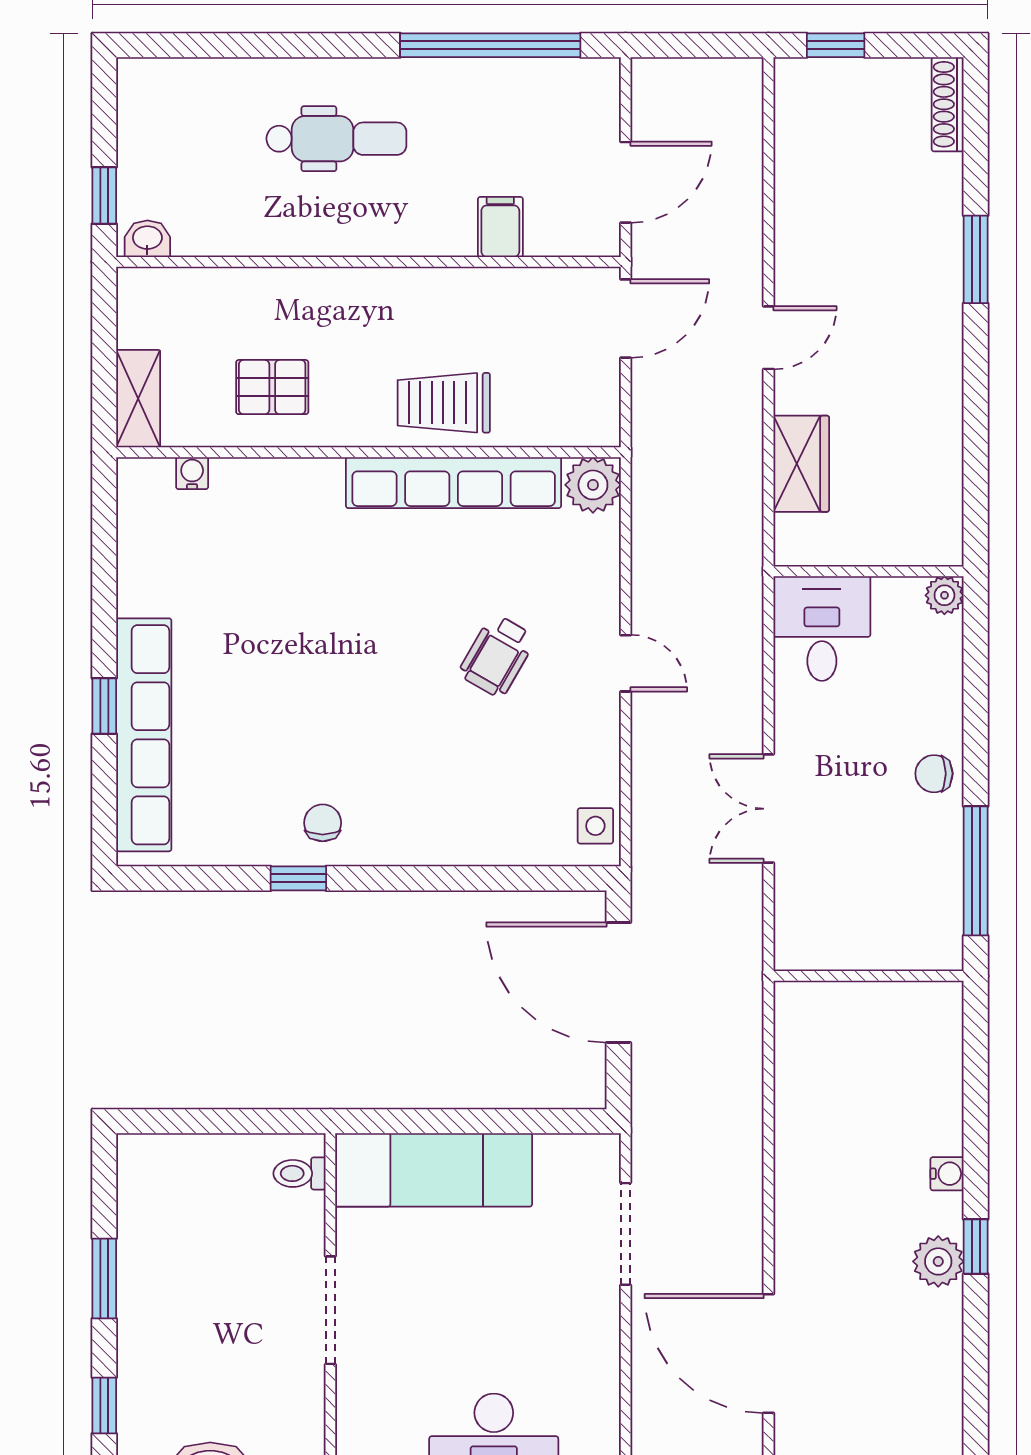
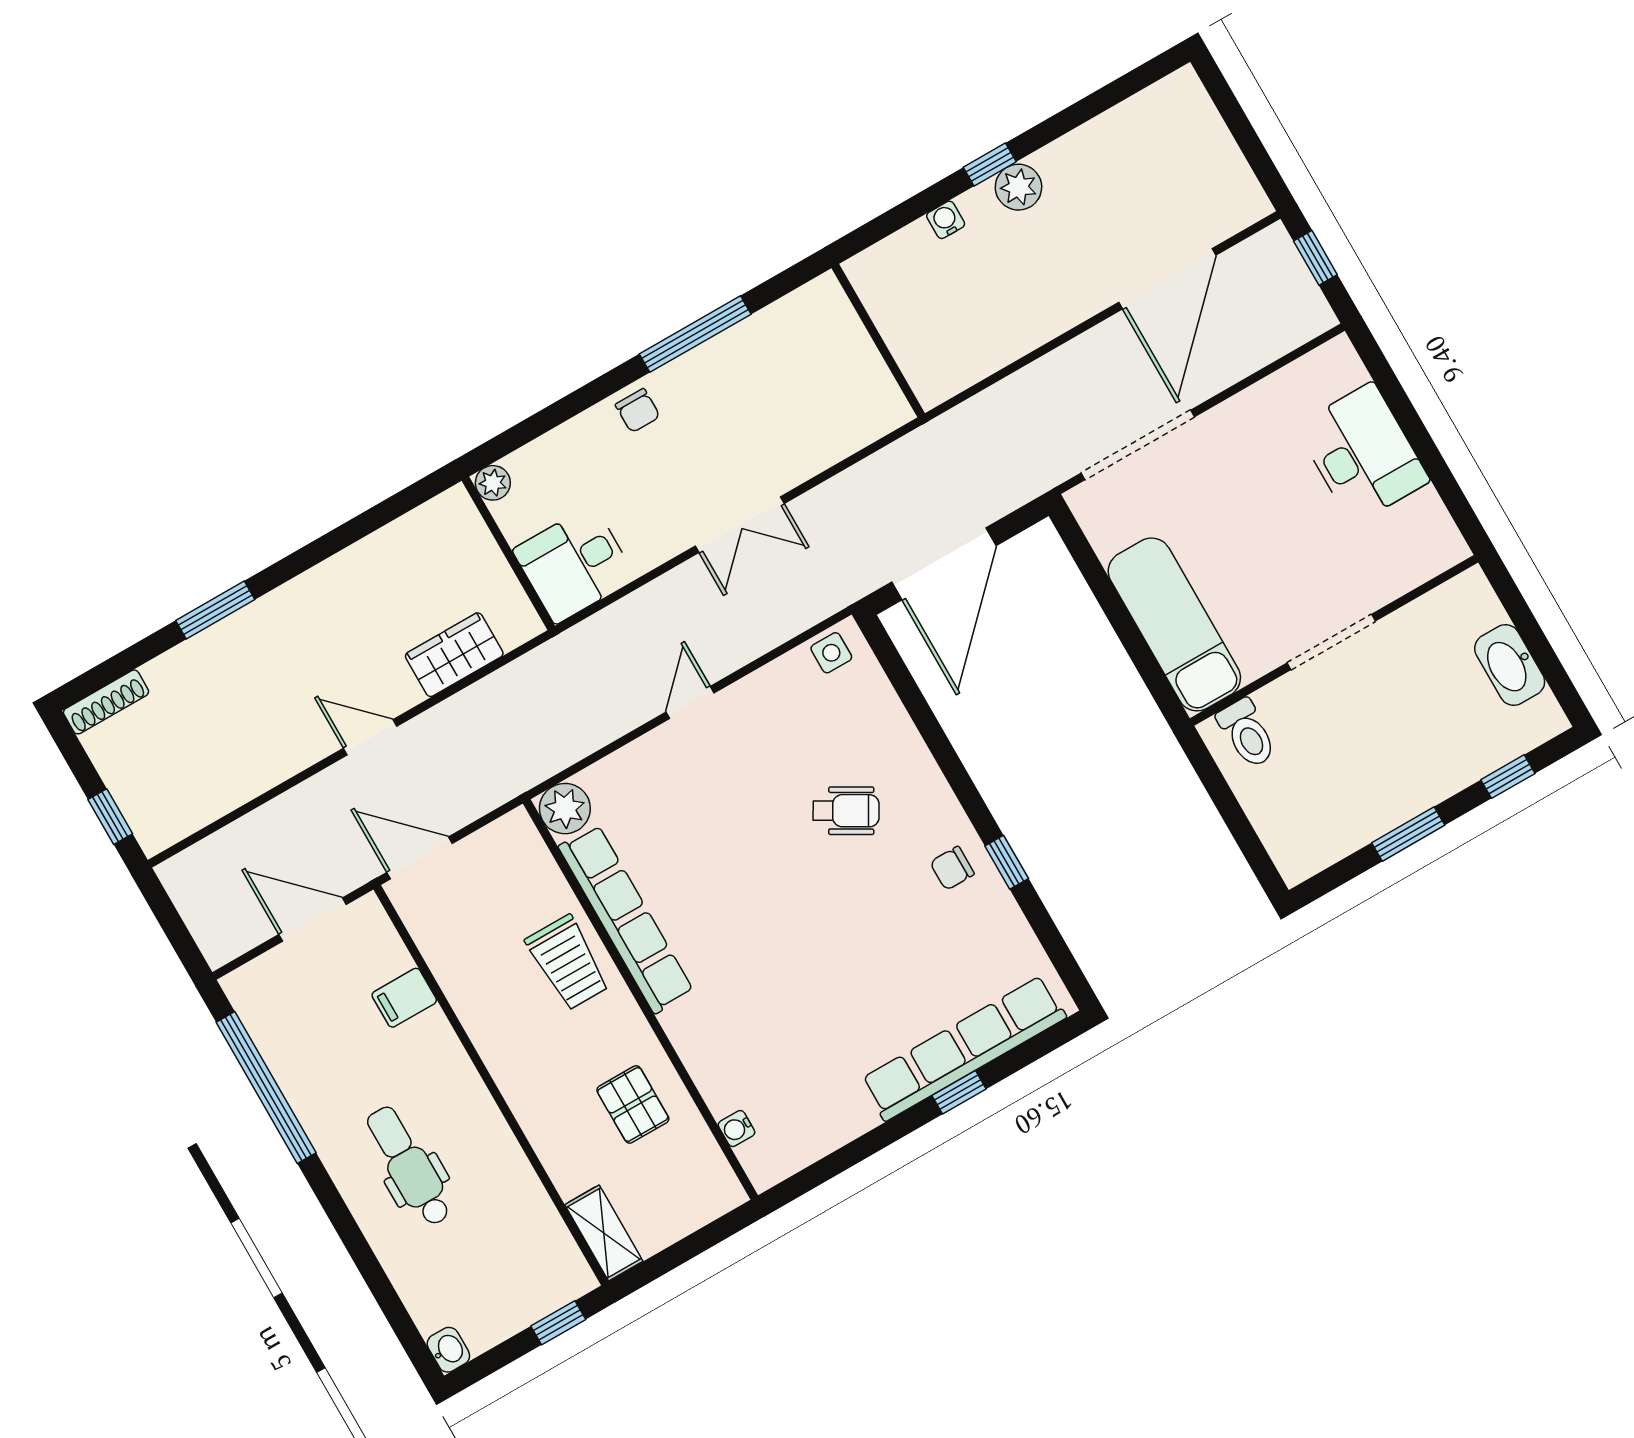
washbasin: (147, 239) -> (448, 1350), moved, turned 180
shelving: (138, 399) -> (604, 1233), moved, turned 90
wheelchair: (497, 656) -> (846, 811), moved
wall: (868, 976) -> (878, 341), moved
toilet: (300, 1173) -> (1247, 733), width x1.37, depth x1.39
doorway: (626, 1234) -> (1138, 445), width x1.36

